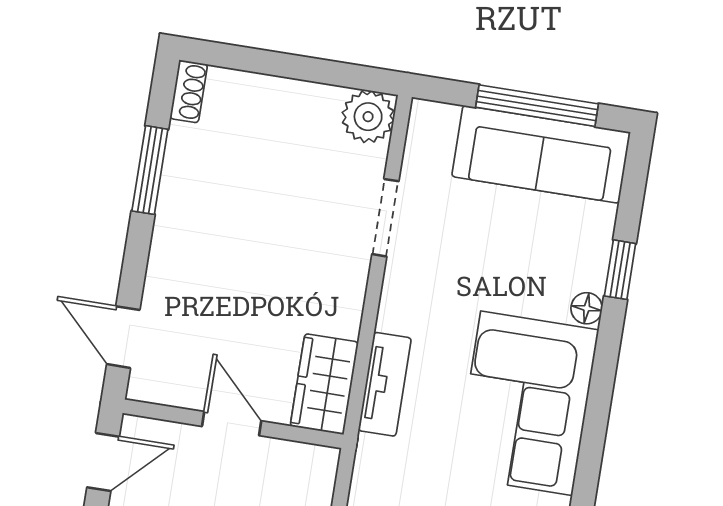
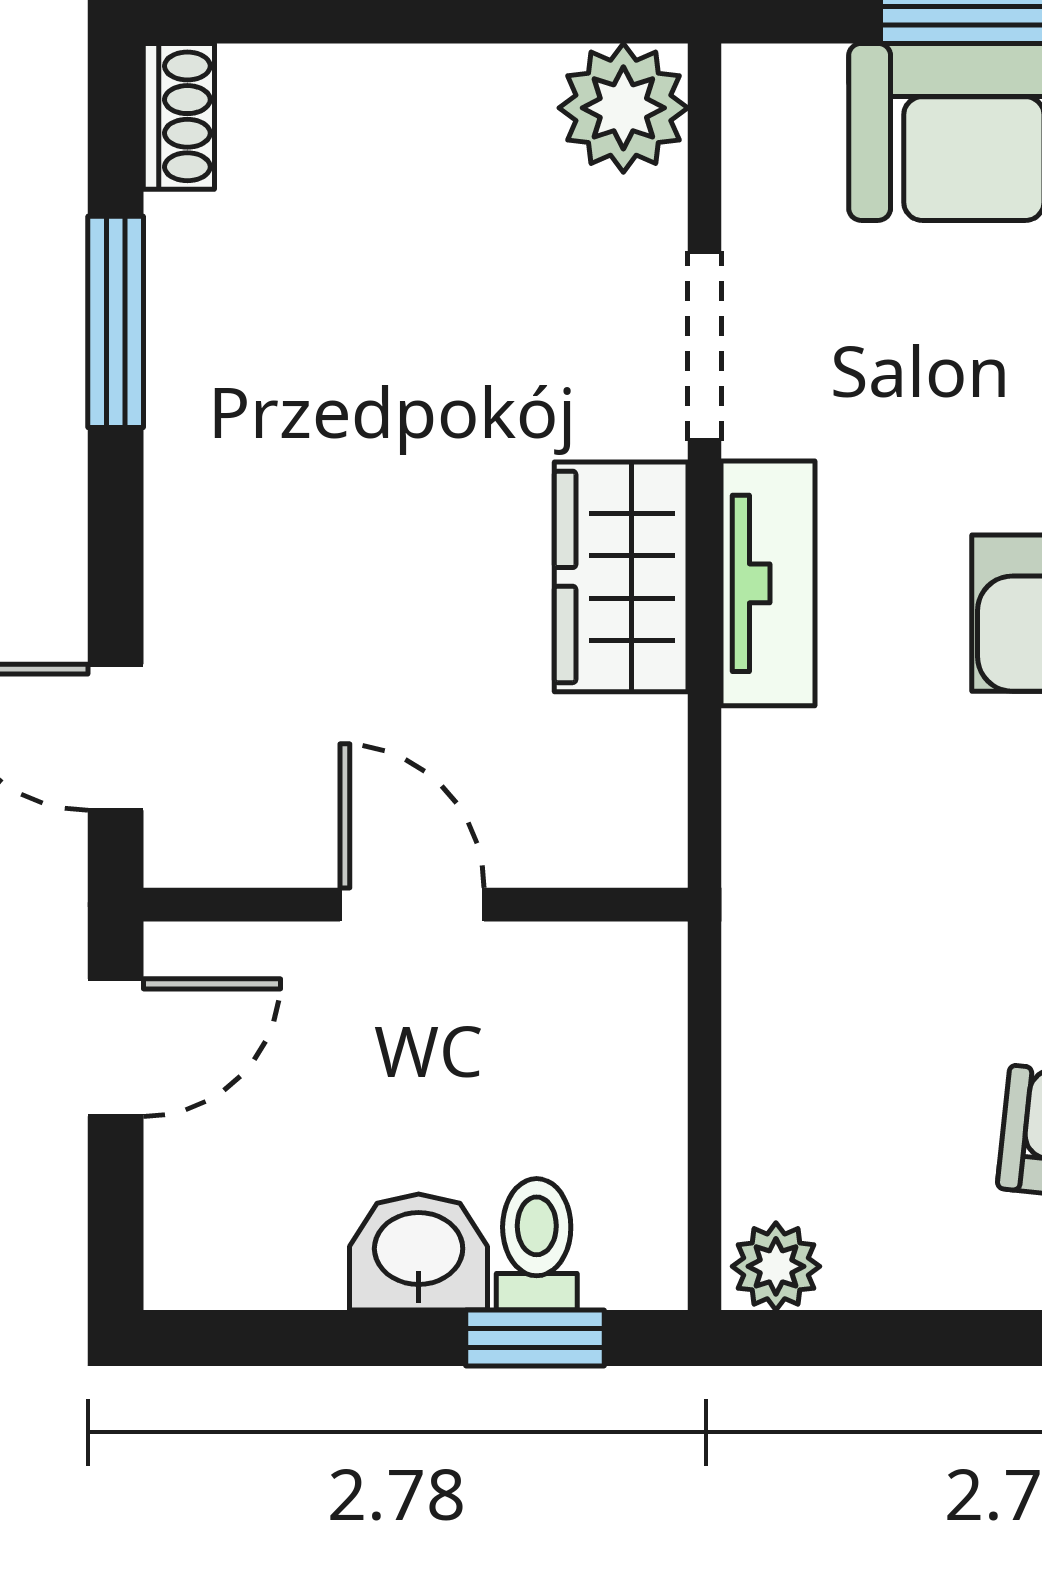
wardrobe: (324, 384) -> (621, 577), moved
tv unit: (385, 384) -> (768, 583), moved

